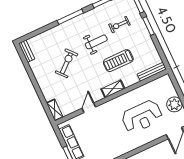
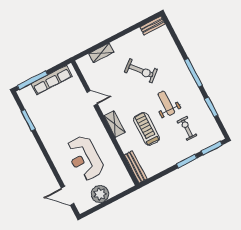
weight bench: (96, 42) -> (166, 103), turned 180
shelving: (55, 110) -> (101, 53), moved

